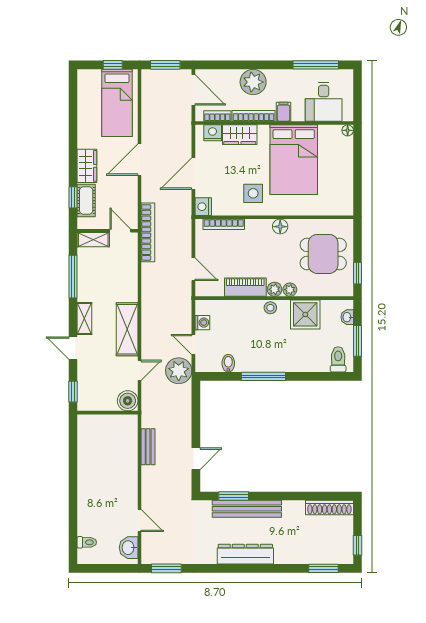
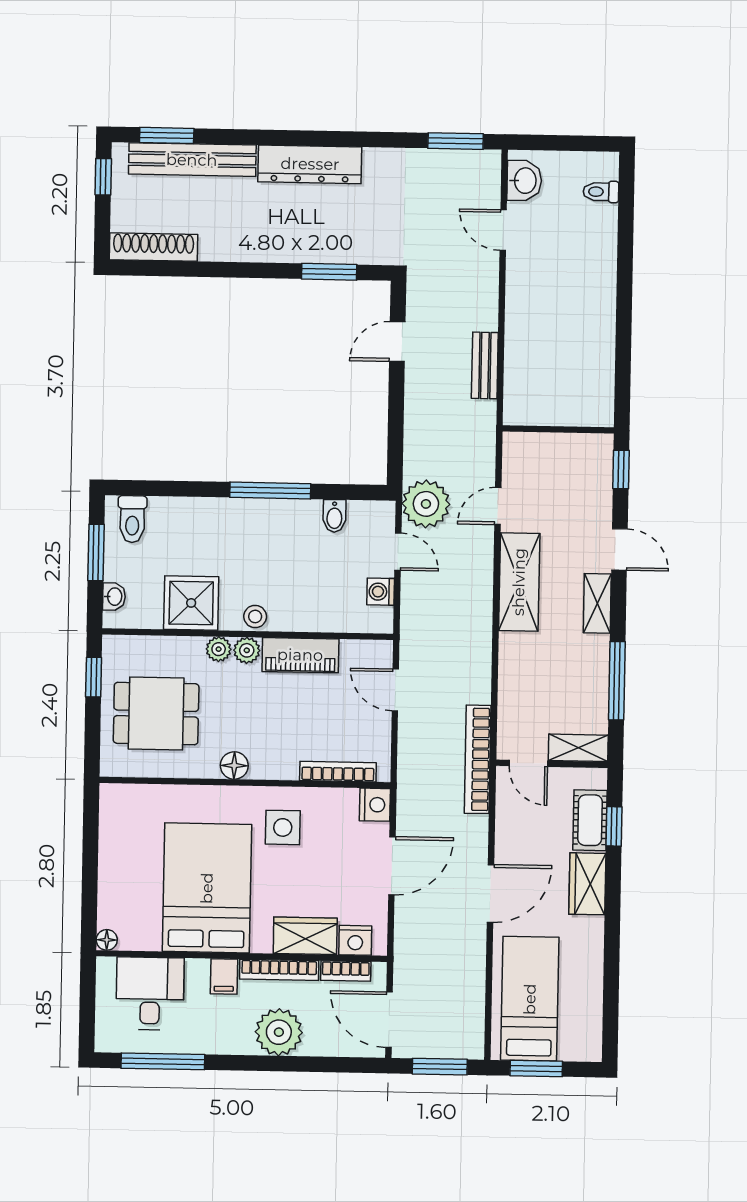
window: (113, 65) -> (536, 1068), width x1.50
boiler: (128, 401) -> (521, 451), removed
bench: (247, 509) -> (192, 160), moved

